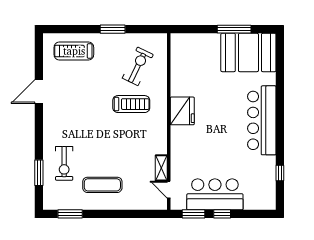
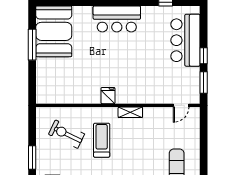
fridge: (182, 111) -> (108, 96), width x0.53, depth x0.75
bar counter: (262, 120) -> (117, 19), width x0.73
shelving: (161, 168) -> (130, 112), moved
bar counter: (215, 194) -> (185, 40), moved

